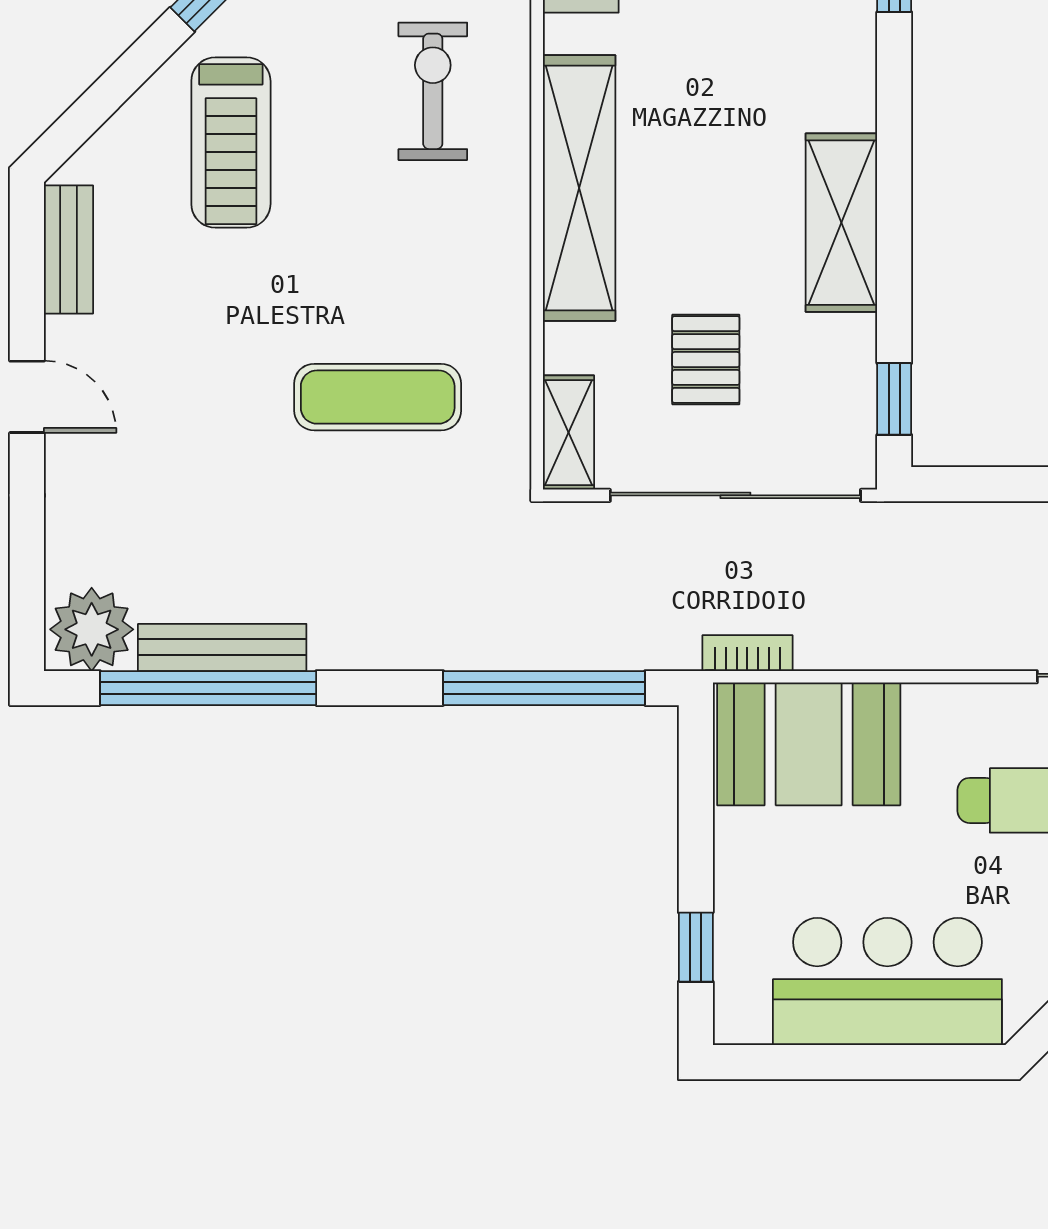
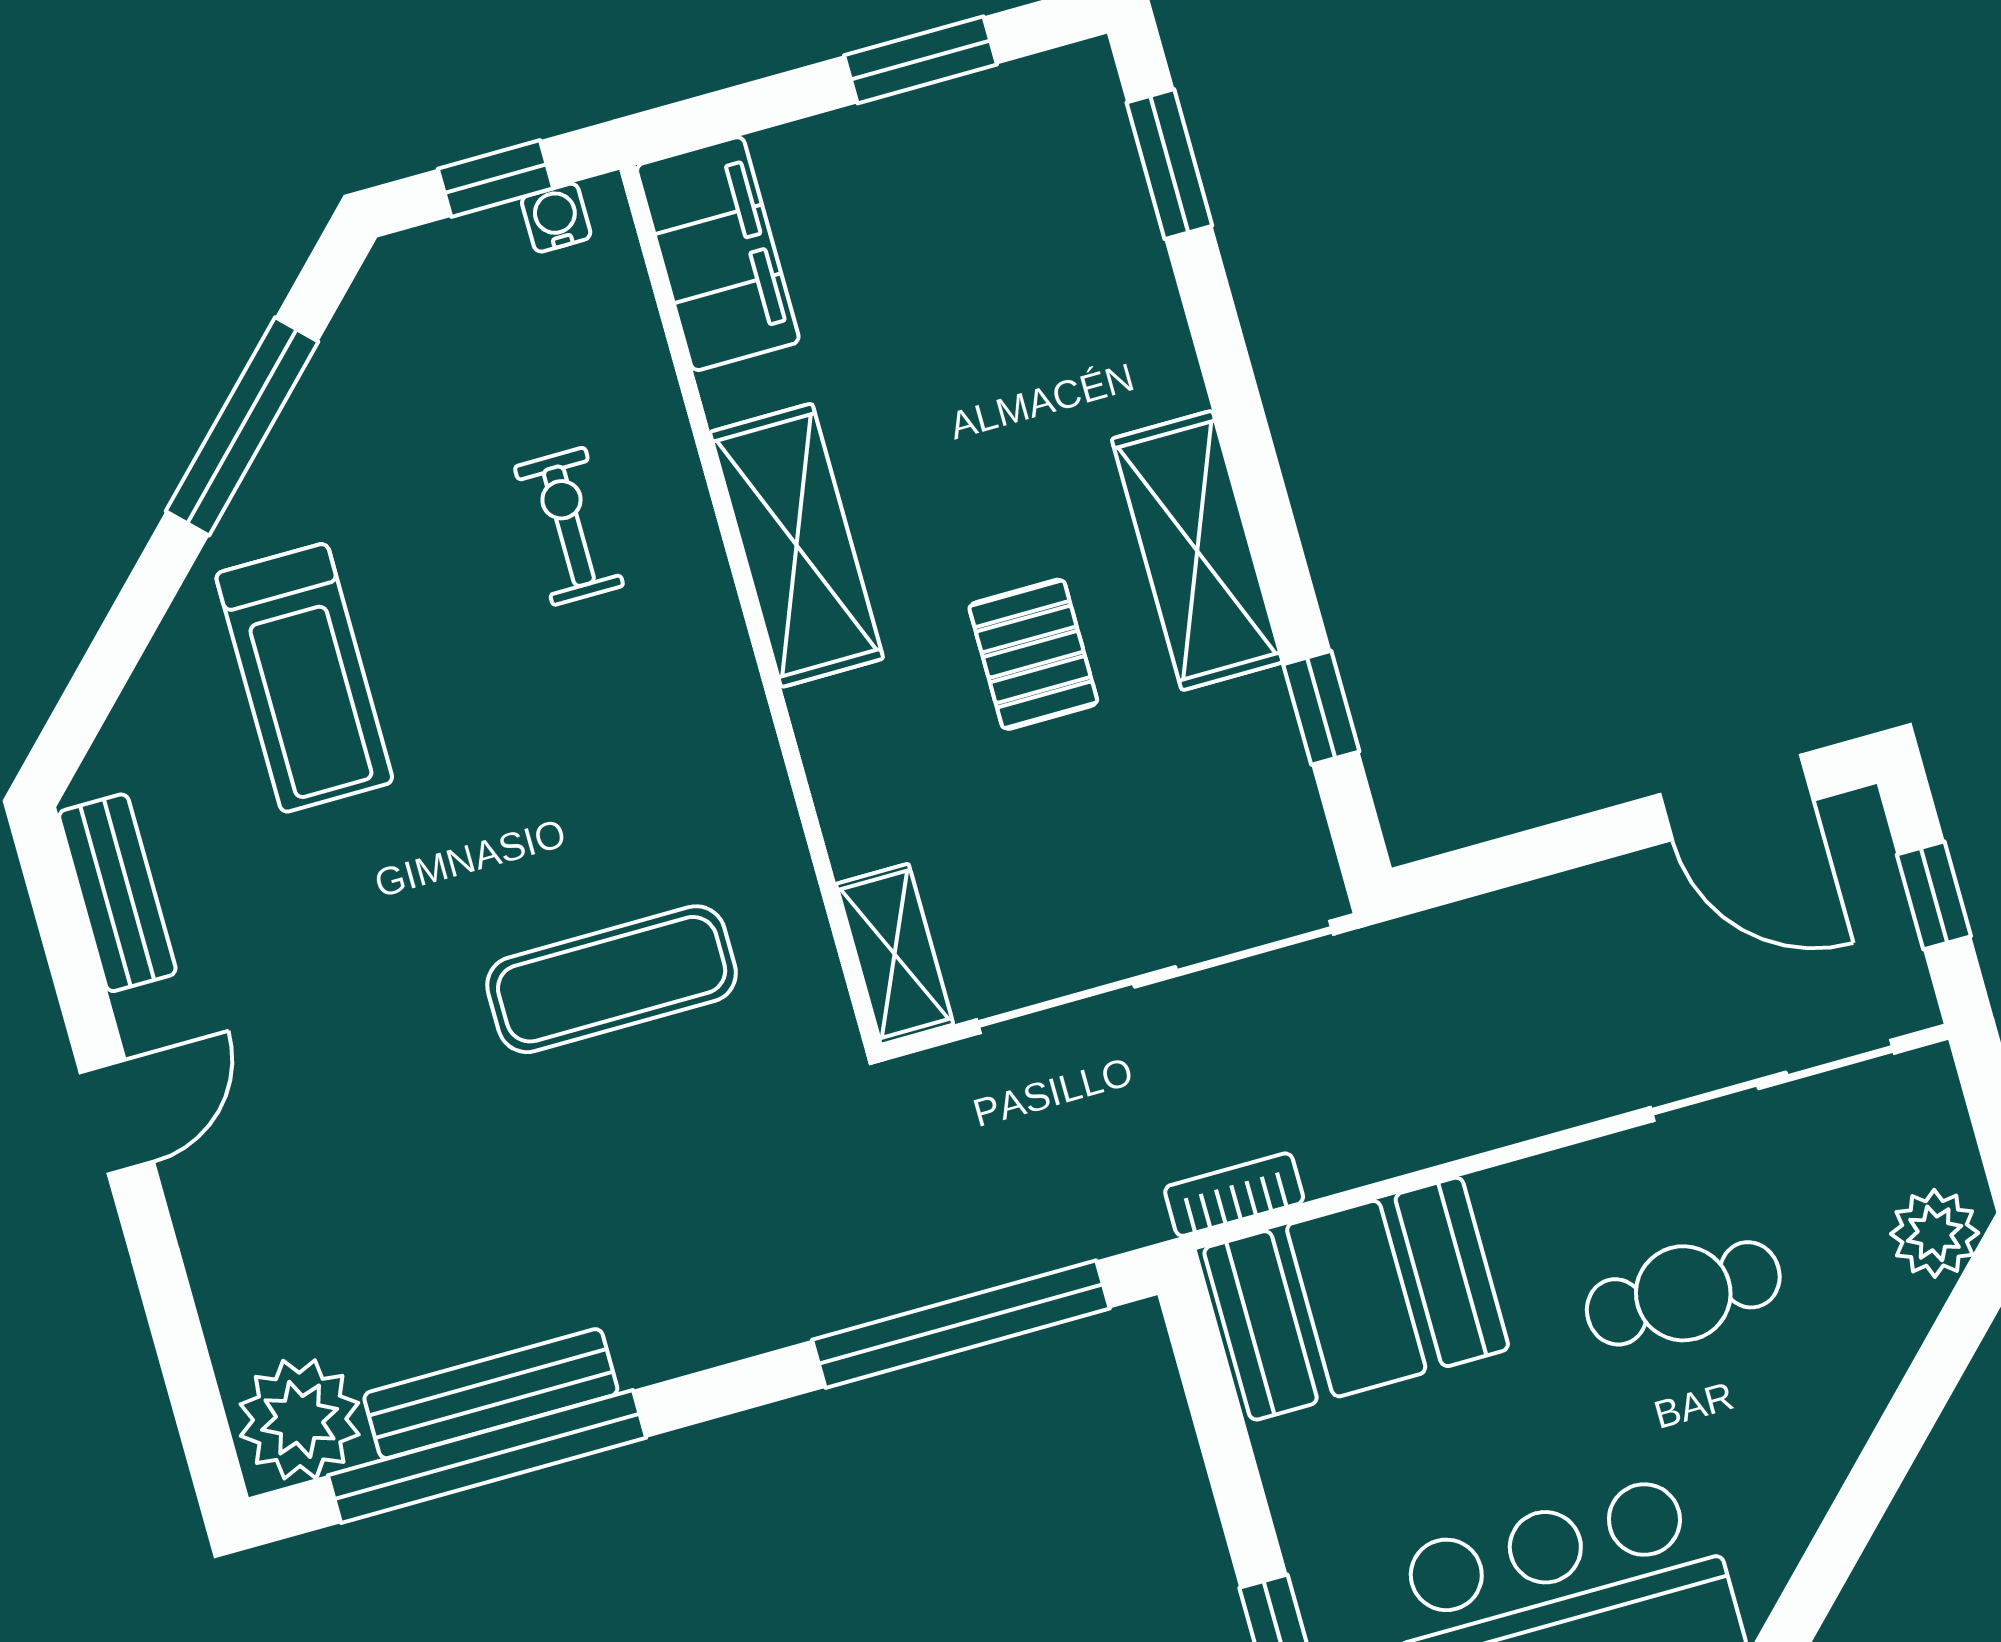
exercise bike: (433, 91) -> (569, 526), width x0.73, depth x0.72
shelving: (579, 188) -> (797, 545), width x0.68
pallet: (706, 360) -> (1033, 654), moved
door: (27, 397) -> (117, 1117), hinge flipped
window: (894, 399) -> (1321, 708), moved

